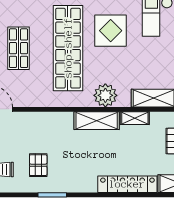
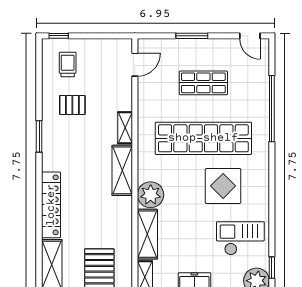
plant: (105, 95) -> (151, 195), moved
shelving: (135, 118) -> (125, 128), moved
window: (52, 195) -> (39, 136), moved

